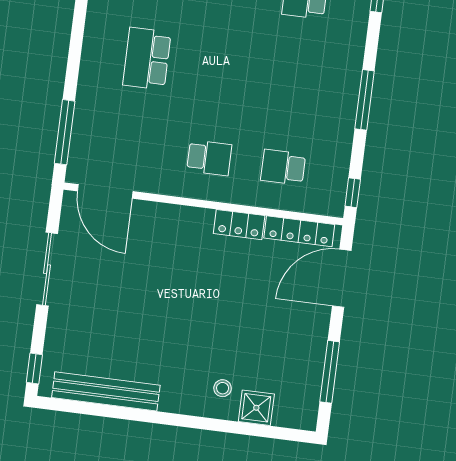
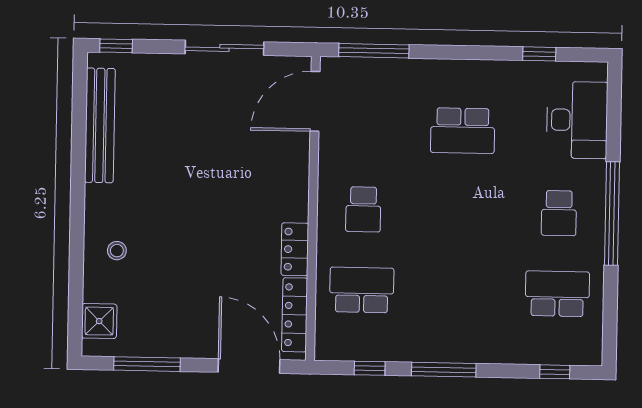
school desk: (147, 59) -> (463, 131), turned 180
school desk: (283, 167) -> (362, 290), width x1.85
window: (353, 193) -> (370, 368), moved
shower: (256, 408) -> (99, 321), moved

